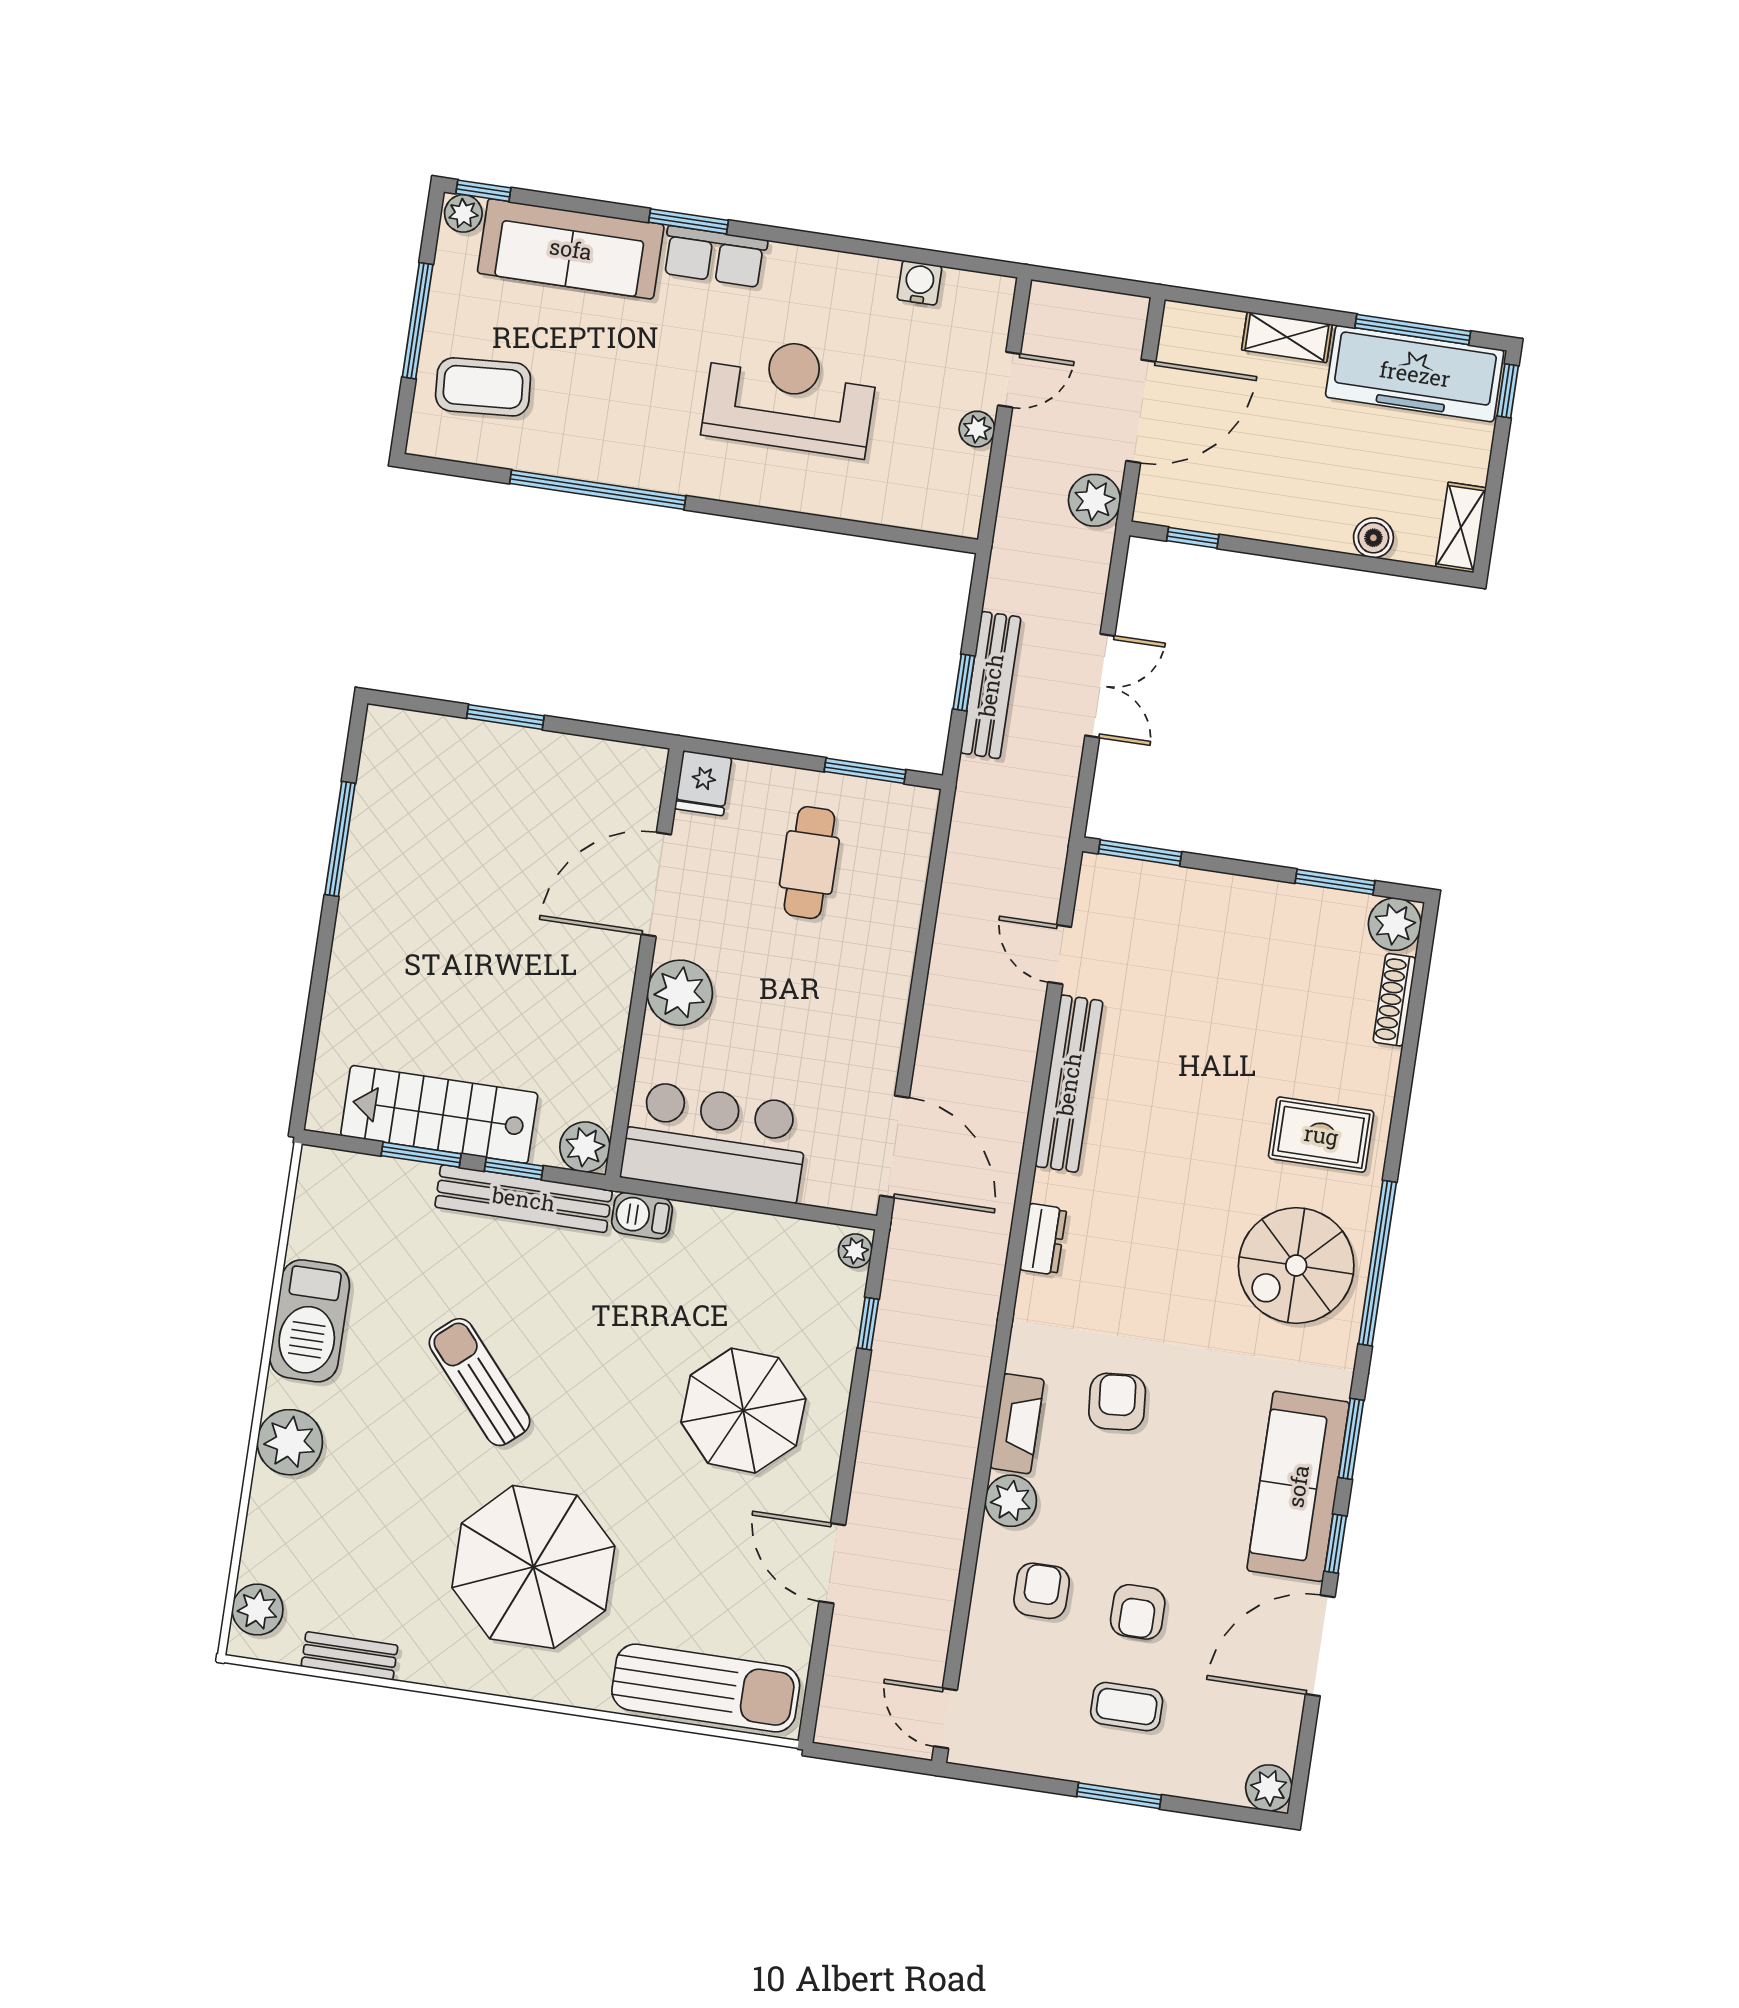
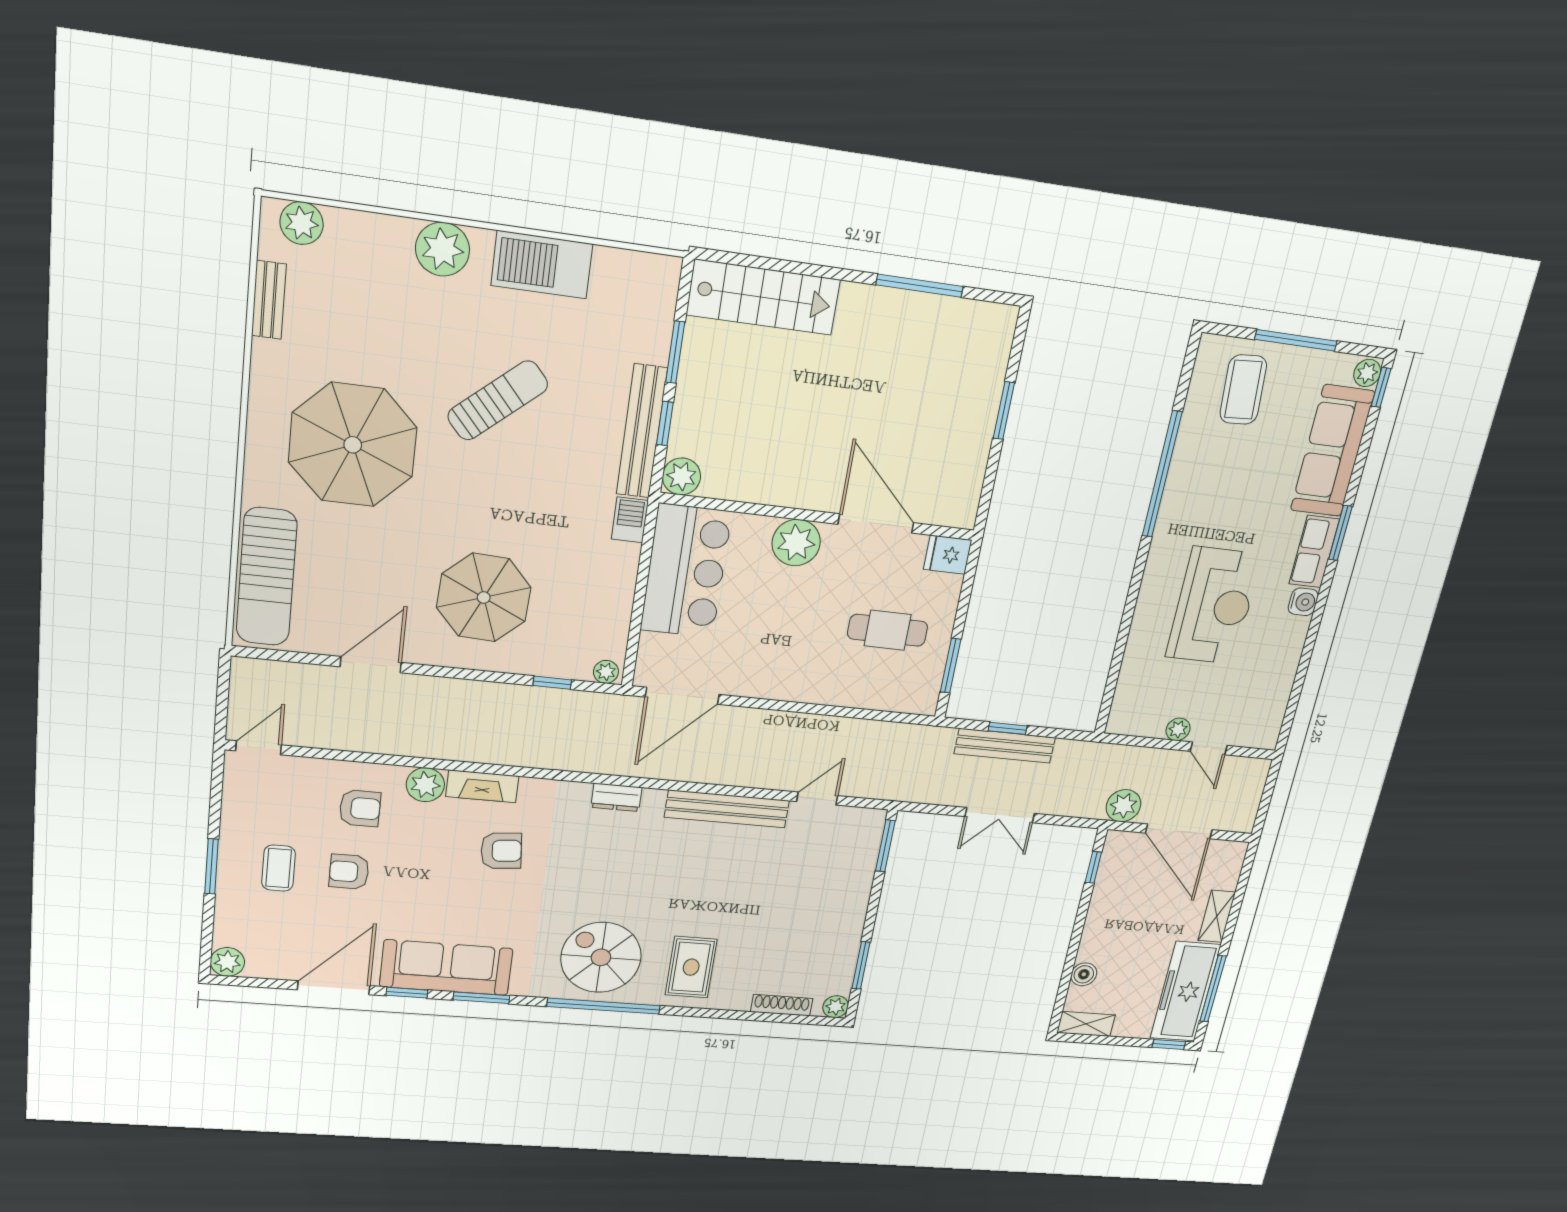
water cooler: (919, 283) -> (1303, 602), moved
plant: (1395, 924) -> (836, 1007), width x0.73, depth x0.73
stairs: (439, 1114) -> (763, 297), moved, turned 90
door: (1320, 1646) -> (334, 988), hinge flipped

